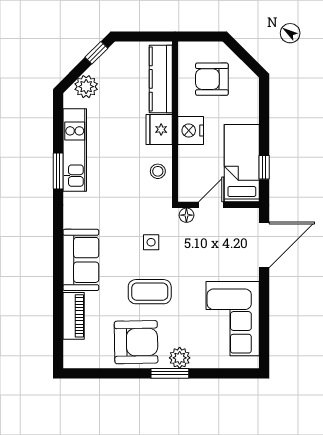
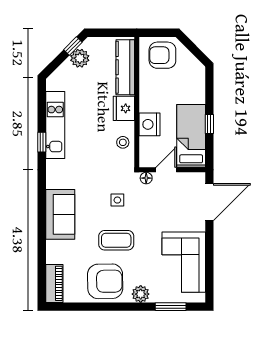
armchair: (212, 79) -> (162, 55), moved
plant: (86, 87) -> (80, 58), moved
nightstand: (191, 131) -> (150, 124), moved
window: (264, 167) -> (209, 124), moved
window: (58, 171) -> (42, 142), width x0.67
piano: (74, 316) -> (54, 283), moved
window: (170, 373) -> (171, 307), moved

